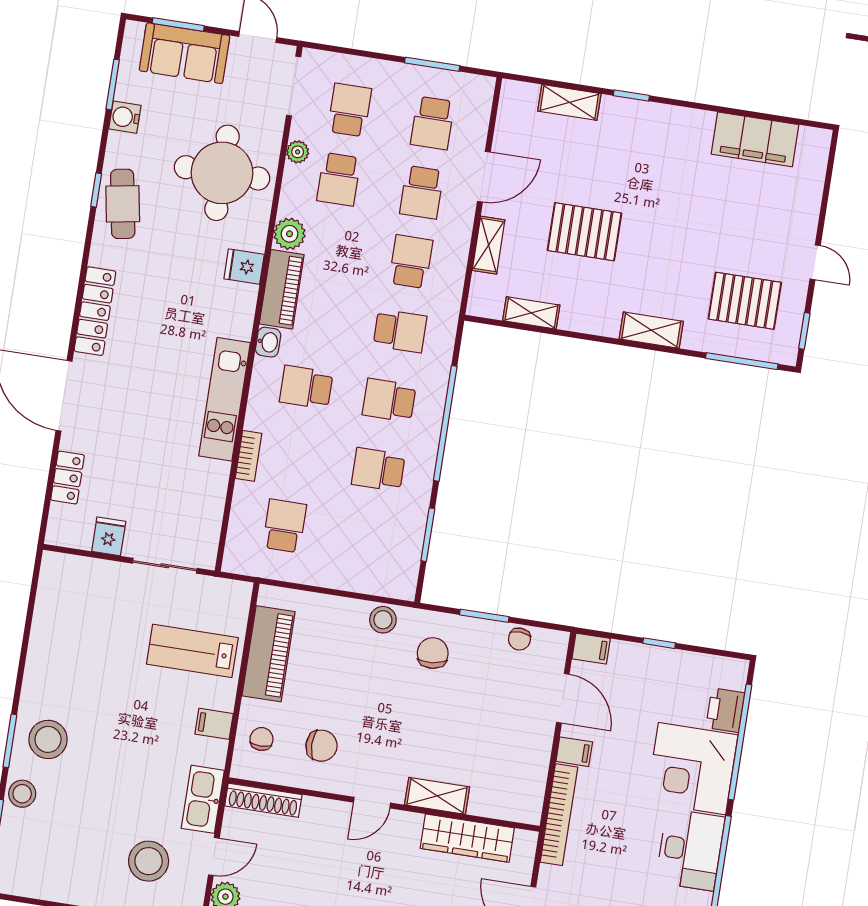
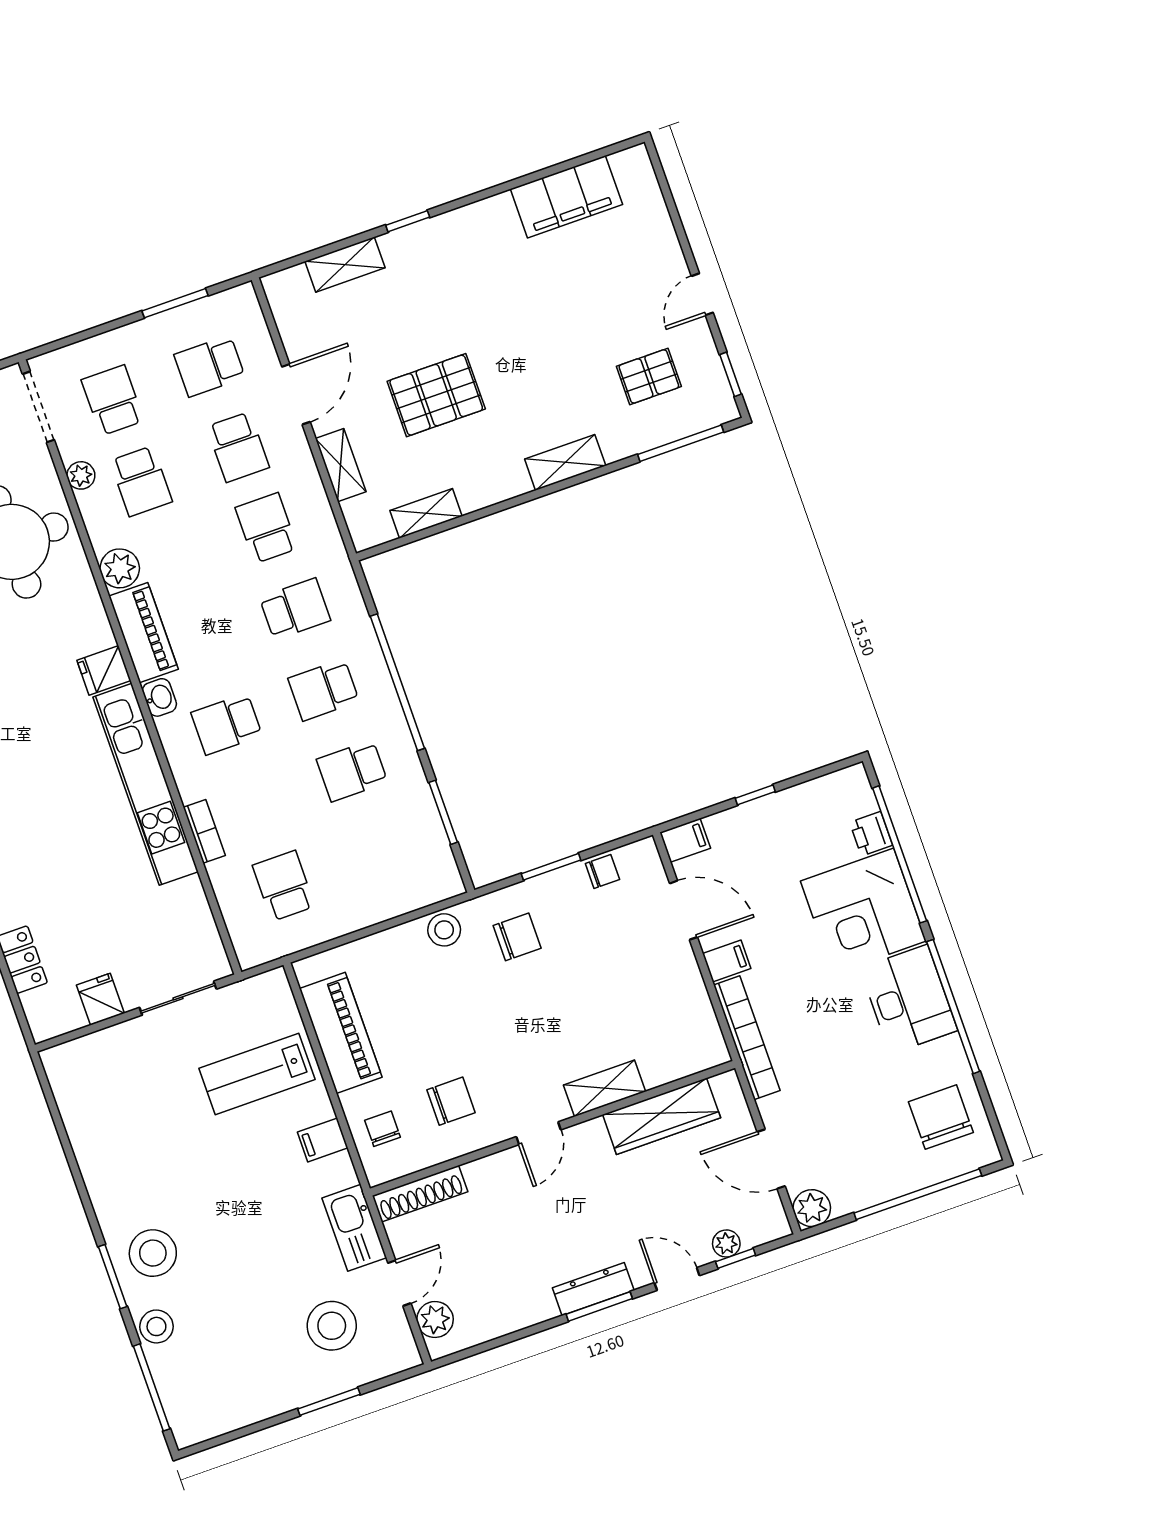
school desk: (433, 123) -> (209, 366), turned 90
door: (815, 262) -> (702, 294), swing flipped
fridge: (244, 267) -> (104, 670), moved
pallet: (745, 301) -> (649, 376), width x0.67, depth x0.71
kitchen unit: (225, 399) -> (146, 784), width x1.36
chair: (519, 639) -> (602, 872), turned -93
chair: (433, 653) -> (517, 937), turned 96
printer: (725, 710) -> (871, 834), width x0.73, depth x0.81

